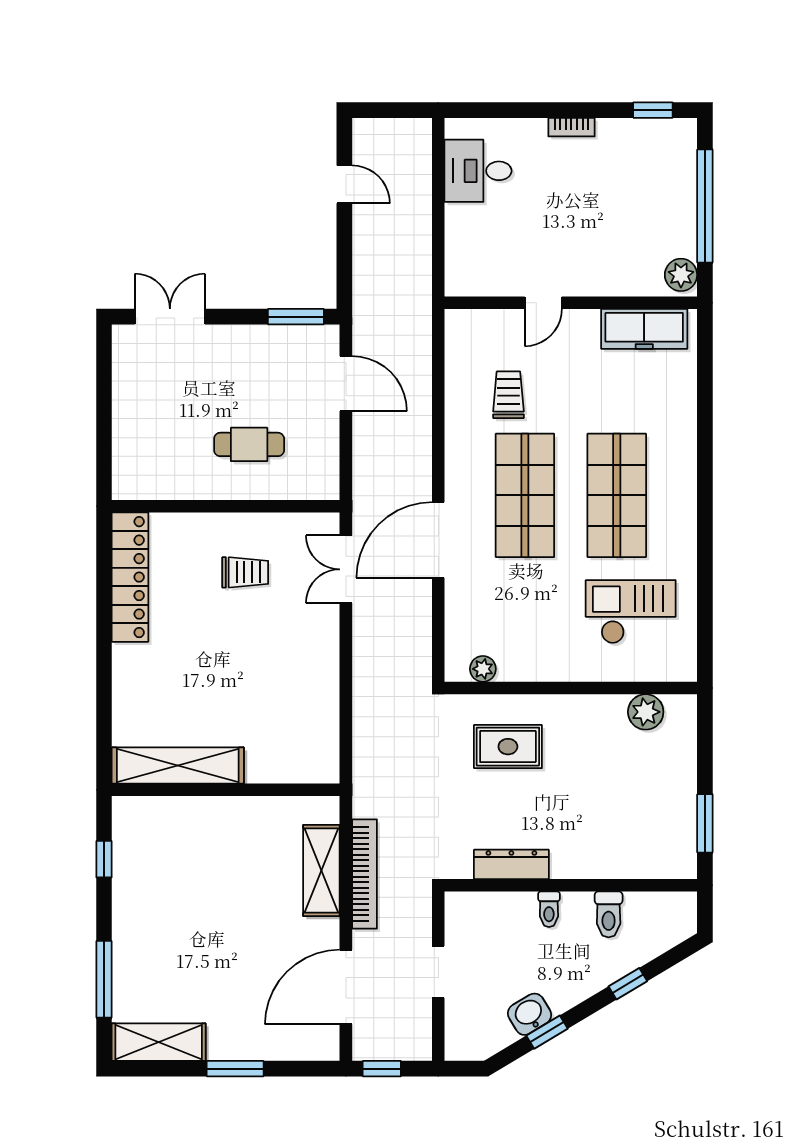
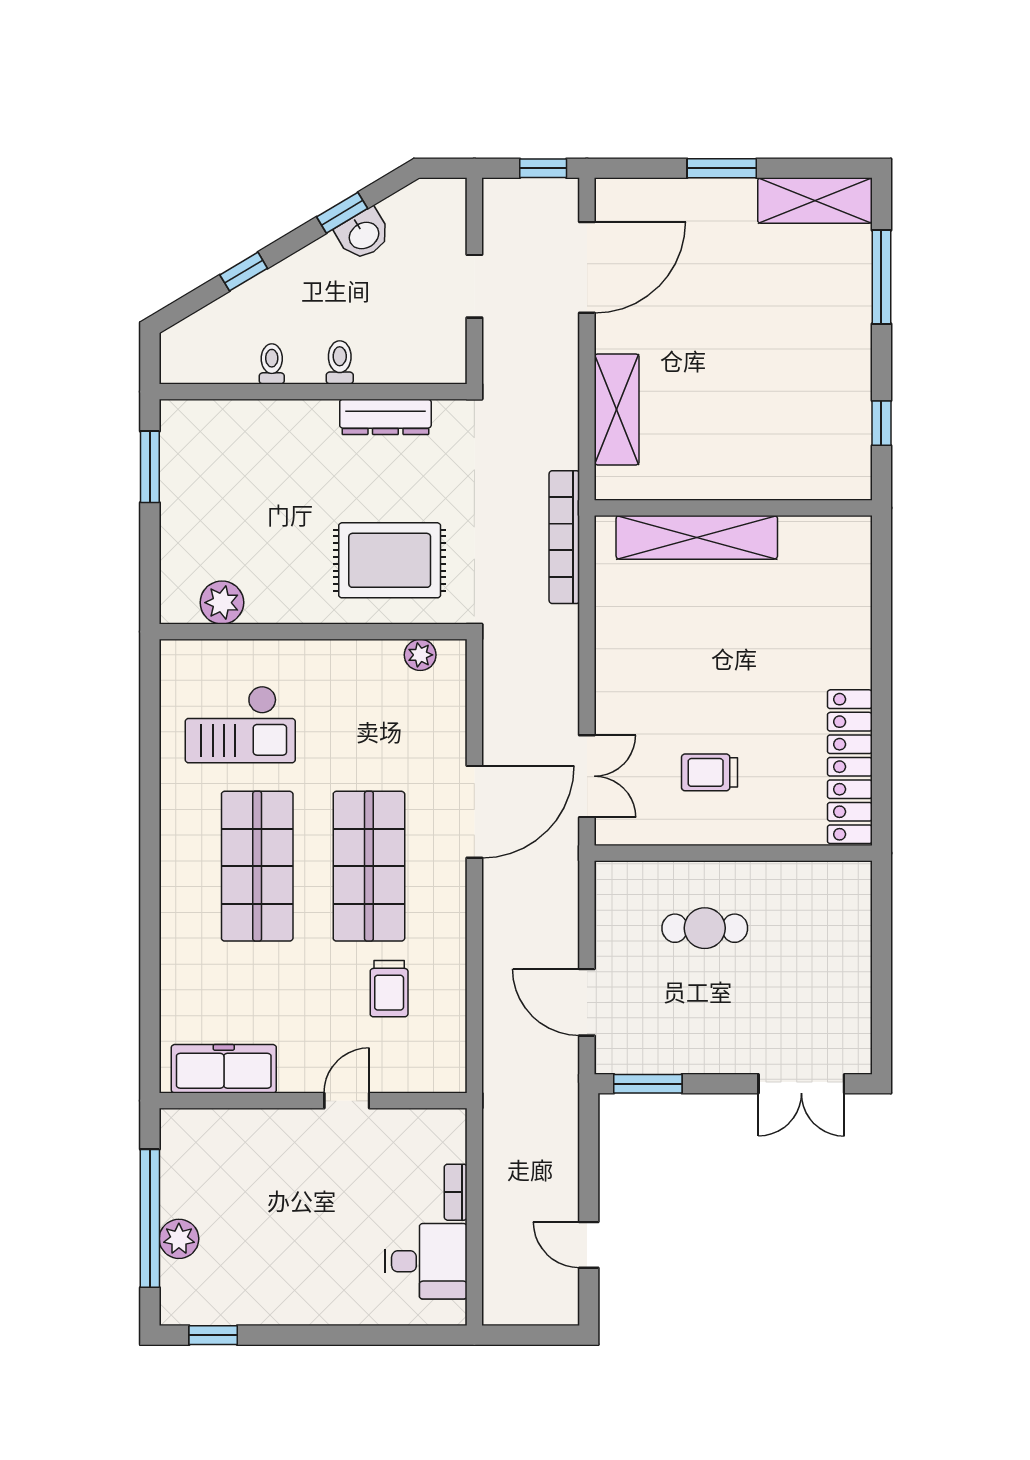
bookcase: (571, 127) -> (456, 1192), moved, turned -90
plant: (681, 275) -> (179, 1239), moved
rug: (508, 747) -> (390, 560), width x1.36, depth x1.43
shelving: (178, 765) -> (697, 537), moved
bookcase: (364, 874) -> (564, 537), moved
toilet: (609, 914) -> (272, 364), width x0.73, depth x0.72

